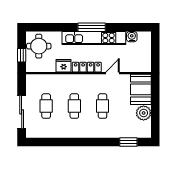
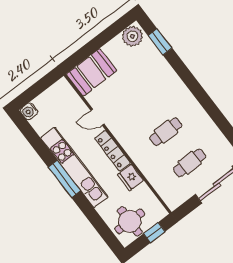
water cooler: (132, 37) -> (29, 111), moved
cafe table: (103, 106) -> (142, 101), removed
plant: (144, 113) -> (132, 36), moved

